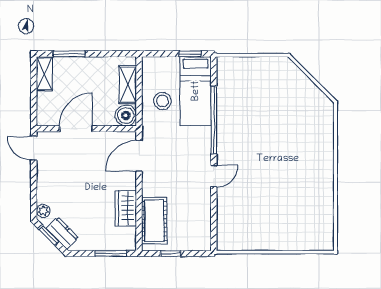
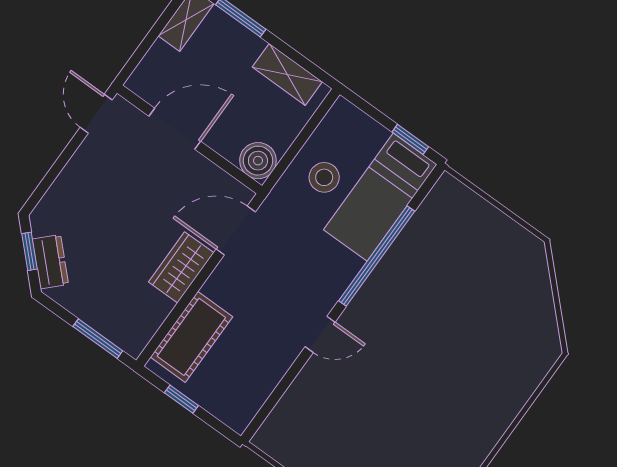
shelving: (128, 85) -> (287, 74), moved, turned 90
wardrobe: (126, 208) -> (181, 267), moved
plant: (43, 211) -> (46, 211), removed

